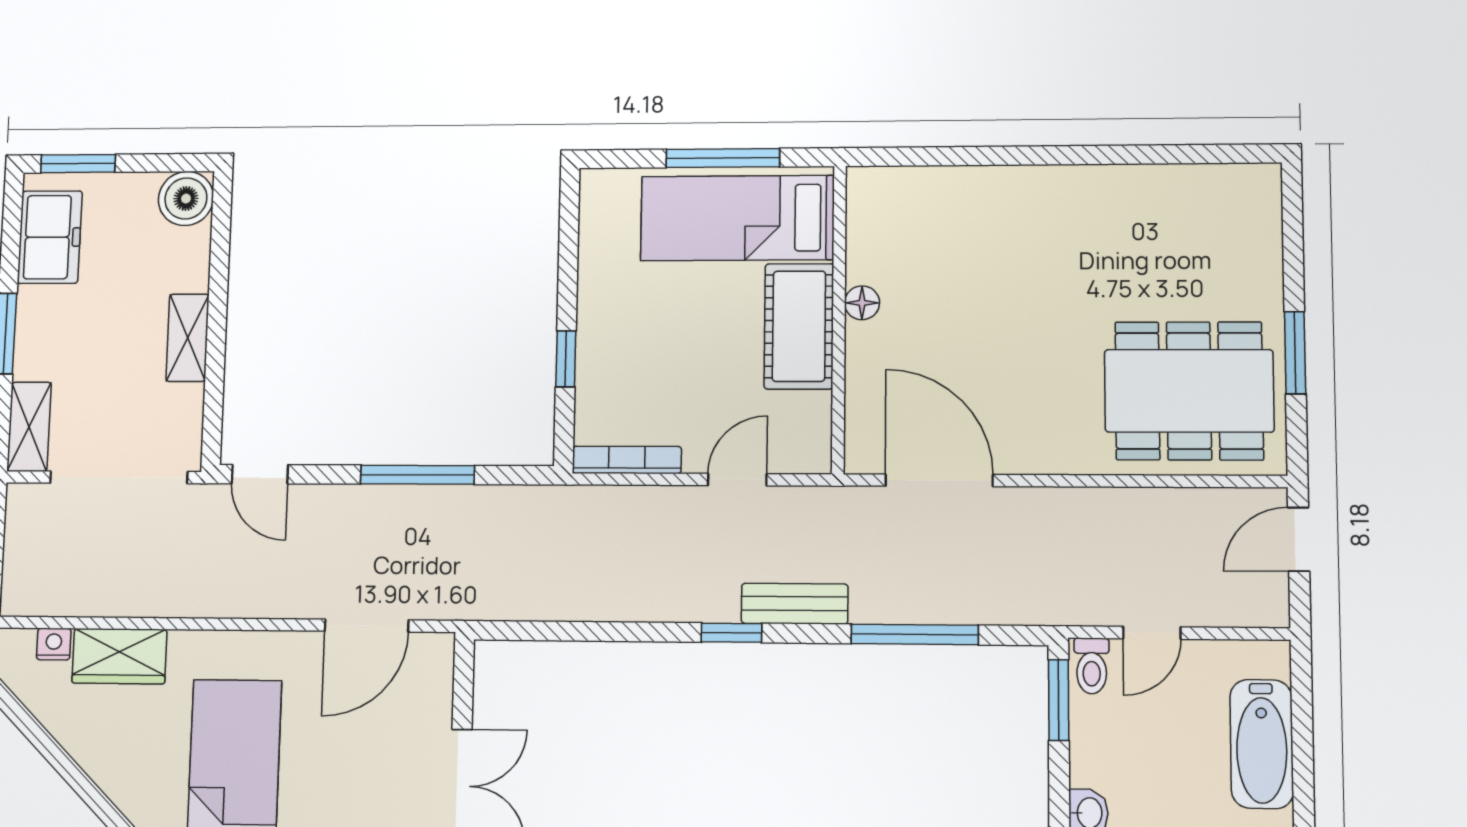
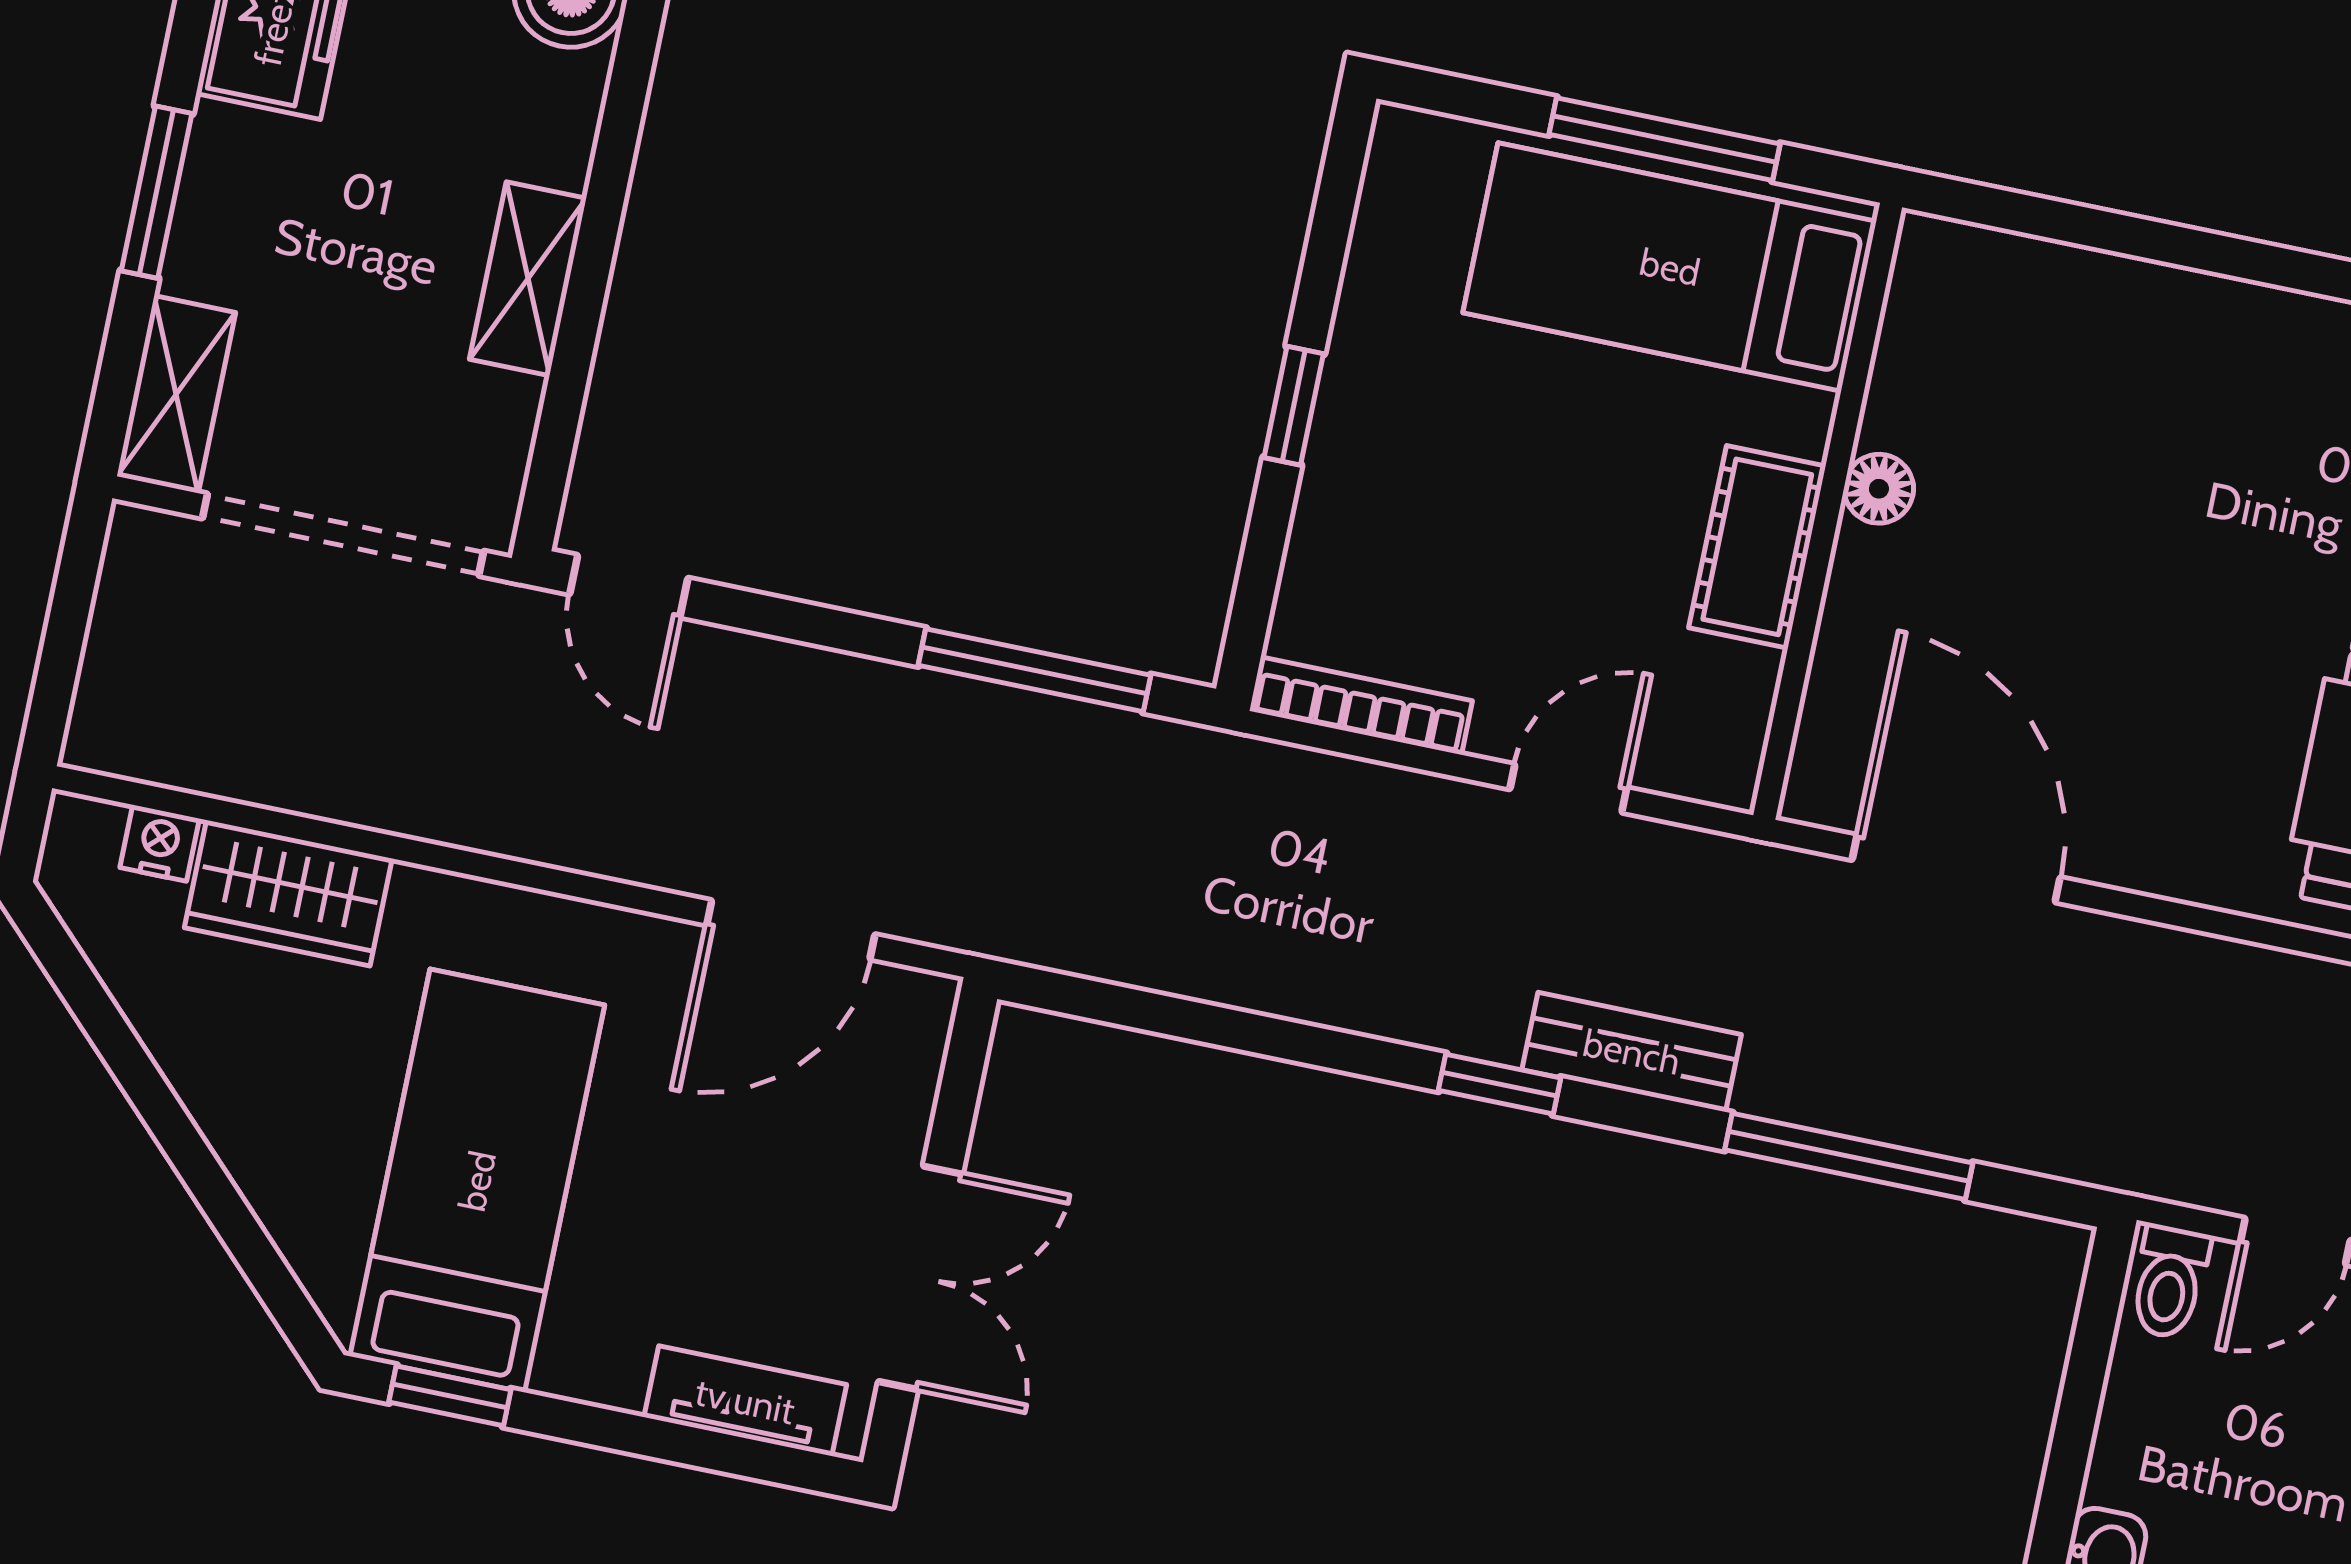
cot: (799, 326) -> (1757, 547), width x0.73, depth x0.75
window: (566, 359) -> (1294, 406), moved
window: (417, 475) -> (1034, 670), moved
window: (1059, 700) -> (2094, 1334), removed

